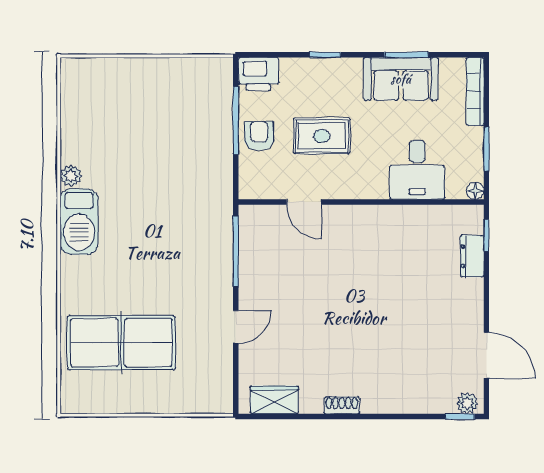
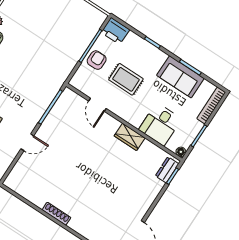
dresser: (472, 256) -> (167, 170), moved
wardrobe: (274, 400) -> (130, 137), moved, turned 180
shoe rack: (342, 405) -> (56, 214), width x1.43

